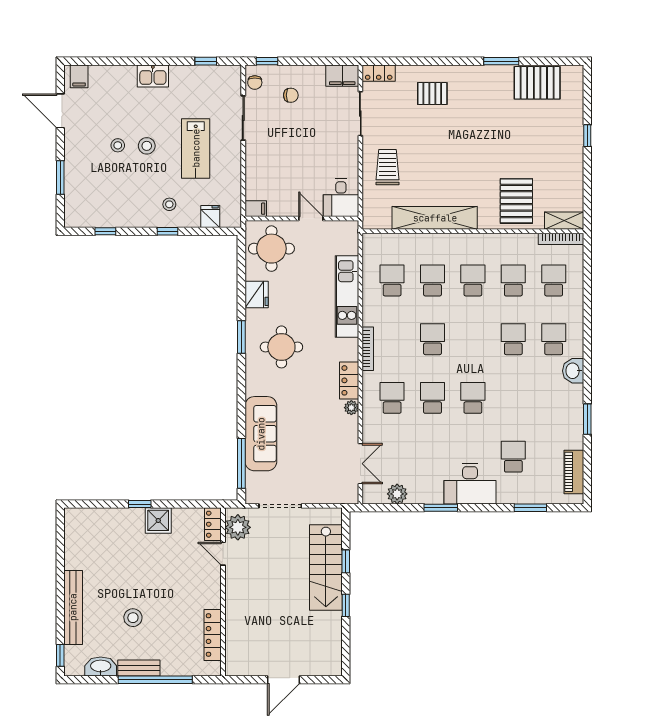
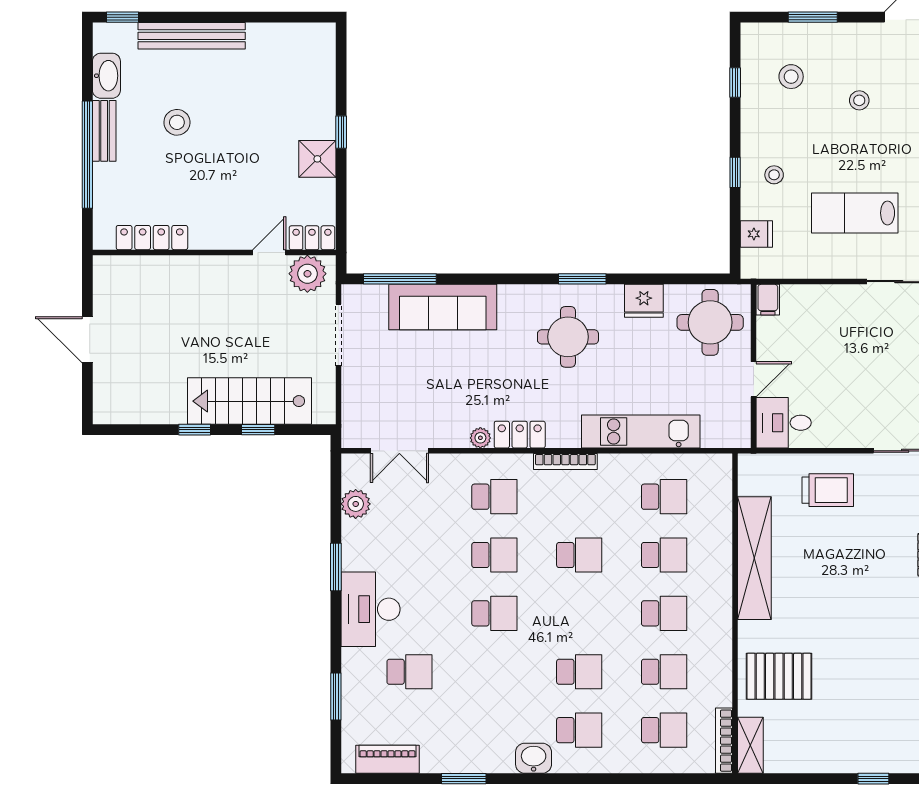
stool: (147, 146) -> (791, 77), moved

